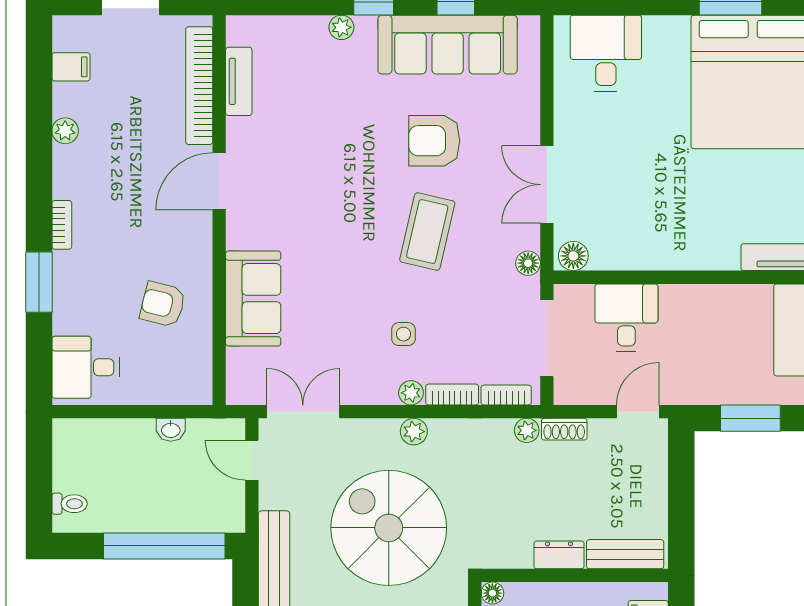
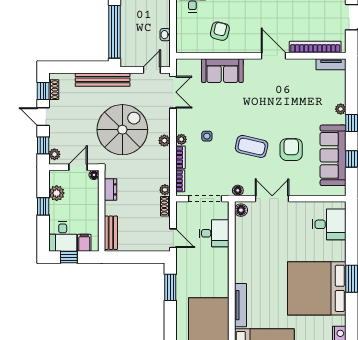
tv unit: (239, 81) -> (331, 64), moved
dresser: (559, 555) -> (111, 189), moved

